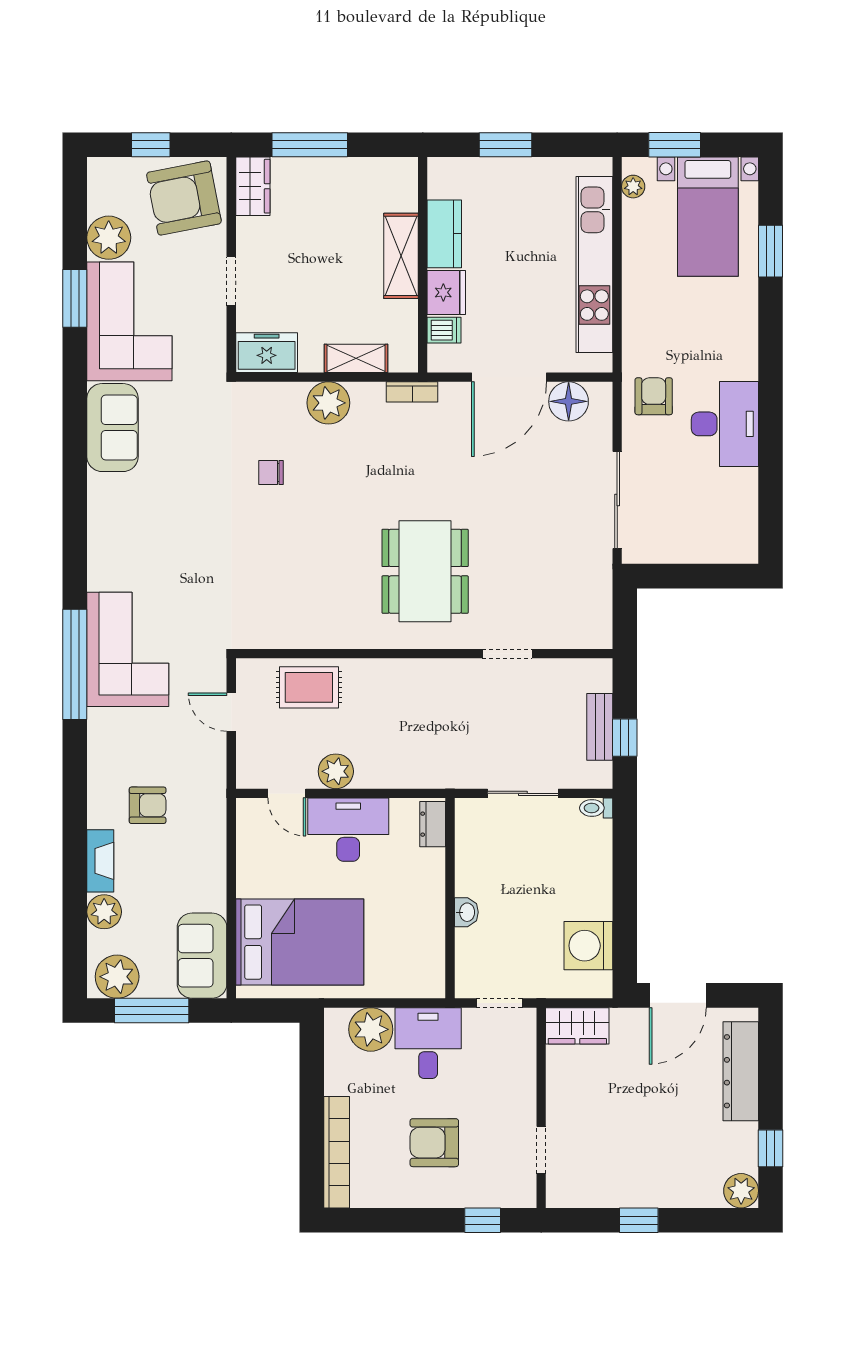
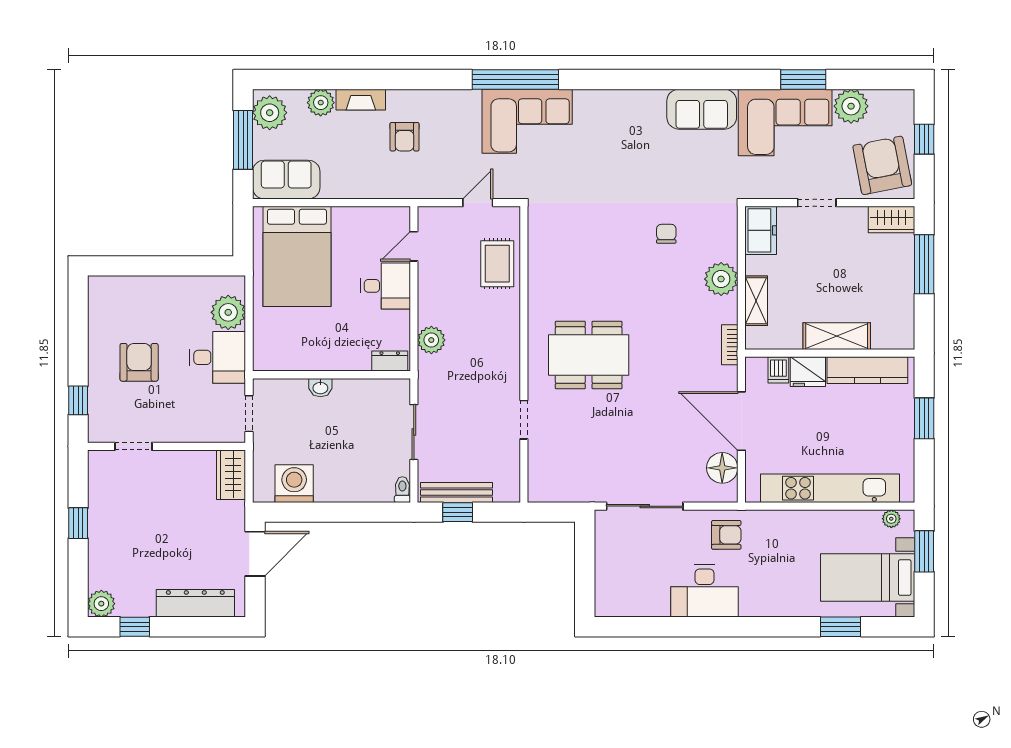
kitchen counter: (444, 234) -> (867, 370), width x1.50
bench: (600, 727) -> (457, 492), width x1.36
plant: (336, 771) -> (431, 340), moved
desk: (348, 830) -> (385, 286), width x0.73
door: (678, 995) -> (255, 554), swing flipped
bookcase: (337, 1152) -> (132, 285), removed

